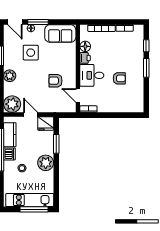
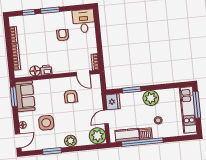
window: (38, 22) -> (14, 97), moved
desk: (92, 75) -> (84, 21), moved, turned 180
door: (78, 95) -> (83, 73), hinge flipped

